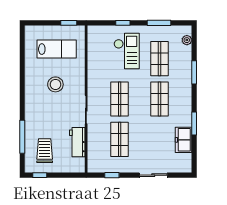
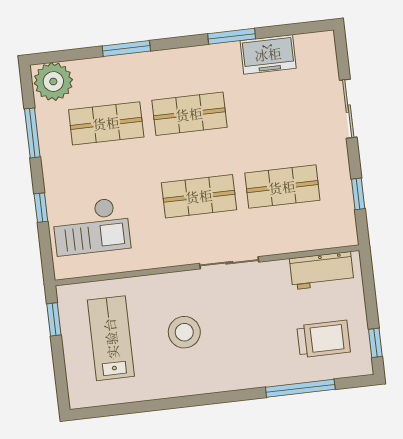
plant: (187, 40) -> (53, 82), width x1.88, depth x1.88
checkout: (127, 51) -> (91, 226), moved, turned 180
workbench: (77, 142) -> (322, 271), moved
trolley: (45, 151) -> (324, 339), turned 180

